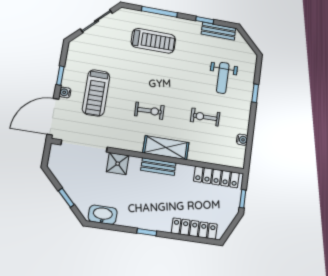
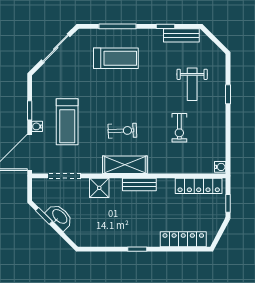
exercise bike: (205, 117) -> (179, 128), turned -90
water cooler: (242, 140) -> (220, 167), moved
doorway: (84, 146) -> (64, 176), width x0.73
shelving: (166, 148) -> (125, 165), moved
window: (66, 198) -> (44, 216), moved
washbasin: (103, 215) -> (59, 217), moved, turned 45

